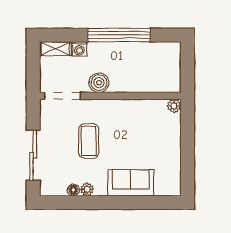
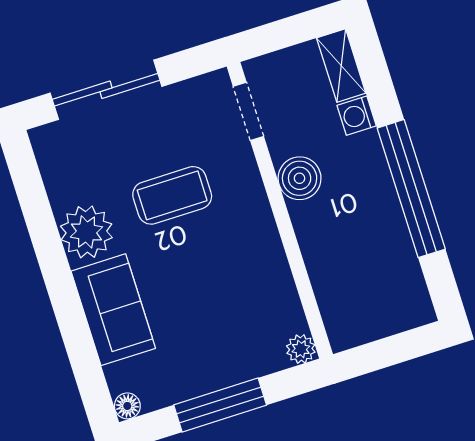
doorway: (62, 96) -> (248, 111), width x0.73
window: (187, 149) -> (220, 405), added
plant: (87, 189) -> (86, 232), width x1.88, depth x1.88
floor lamp: (73, 190) -> (127, 406), moved

